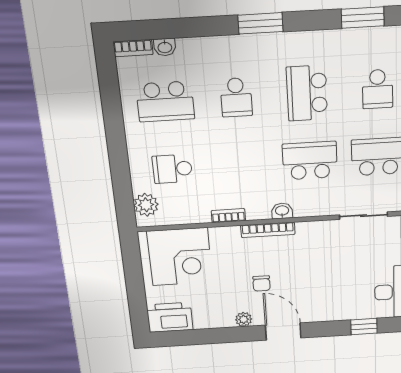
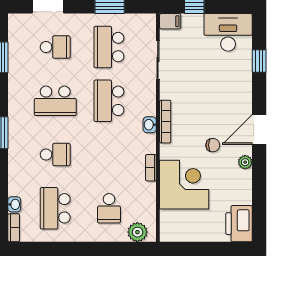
school desk: (165, 102) -> (55, 208), turned 180
bookcase: (268, 230) -> (165, 122), moved
corner desk: (180, 257) -> (184, 185), moved

